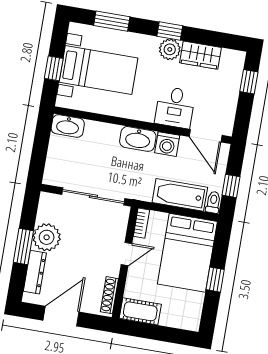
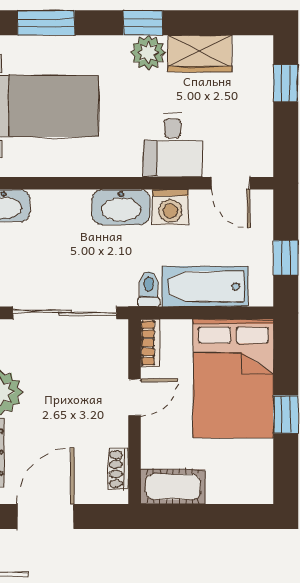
door: (206, 136) -> (231, 183), width x0.73
toilet: (213, 202) -> (149, 289), moved
shoe rack: (109, 295) -> (118, 469), width x0.70

